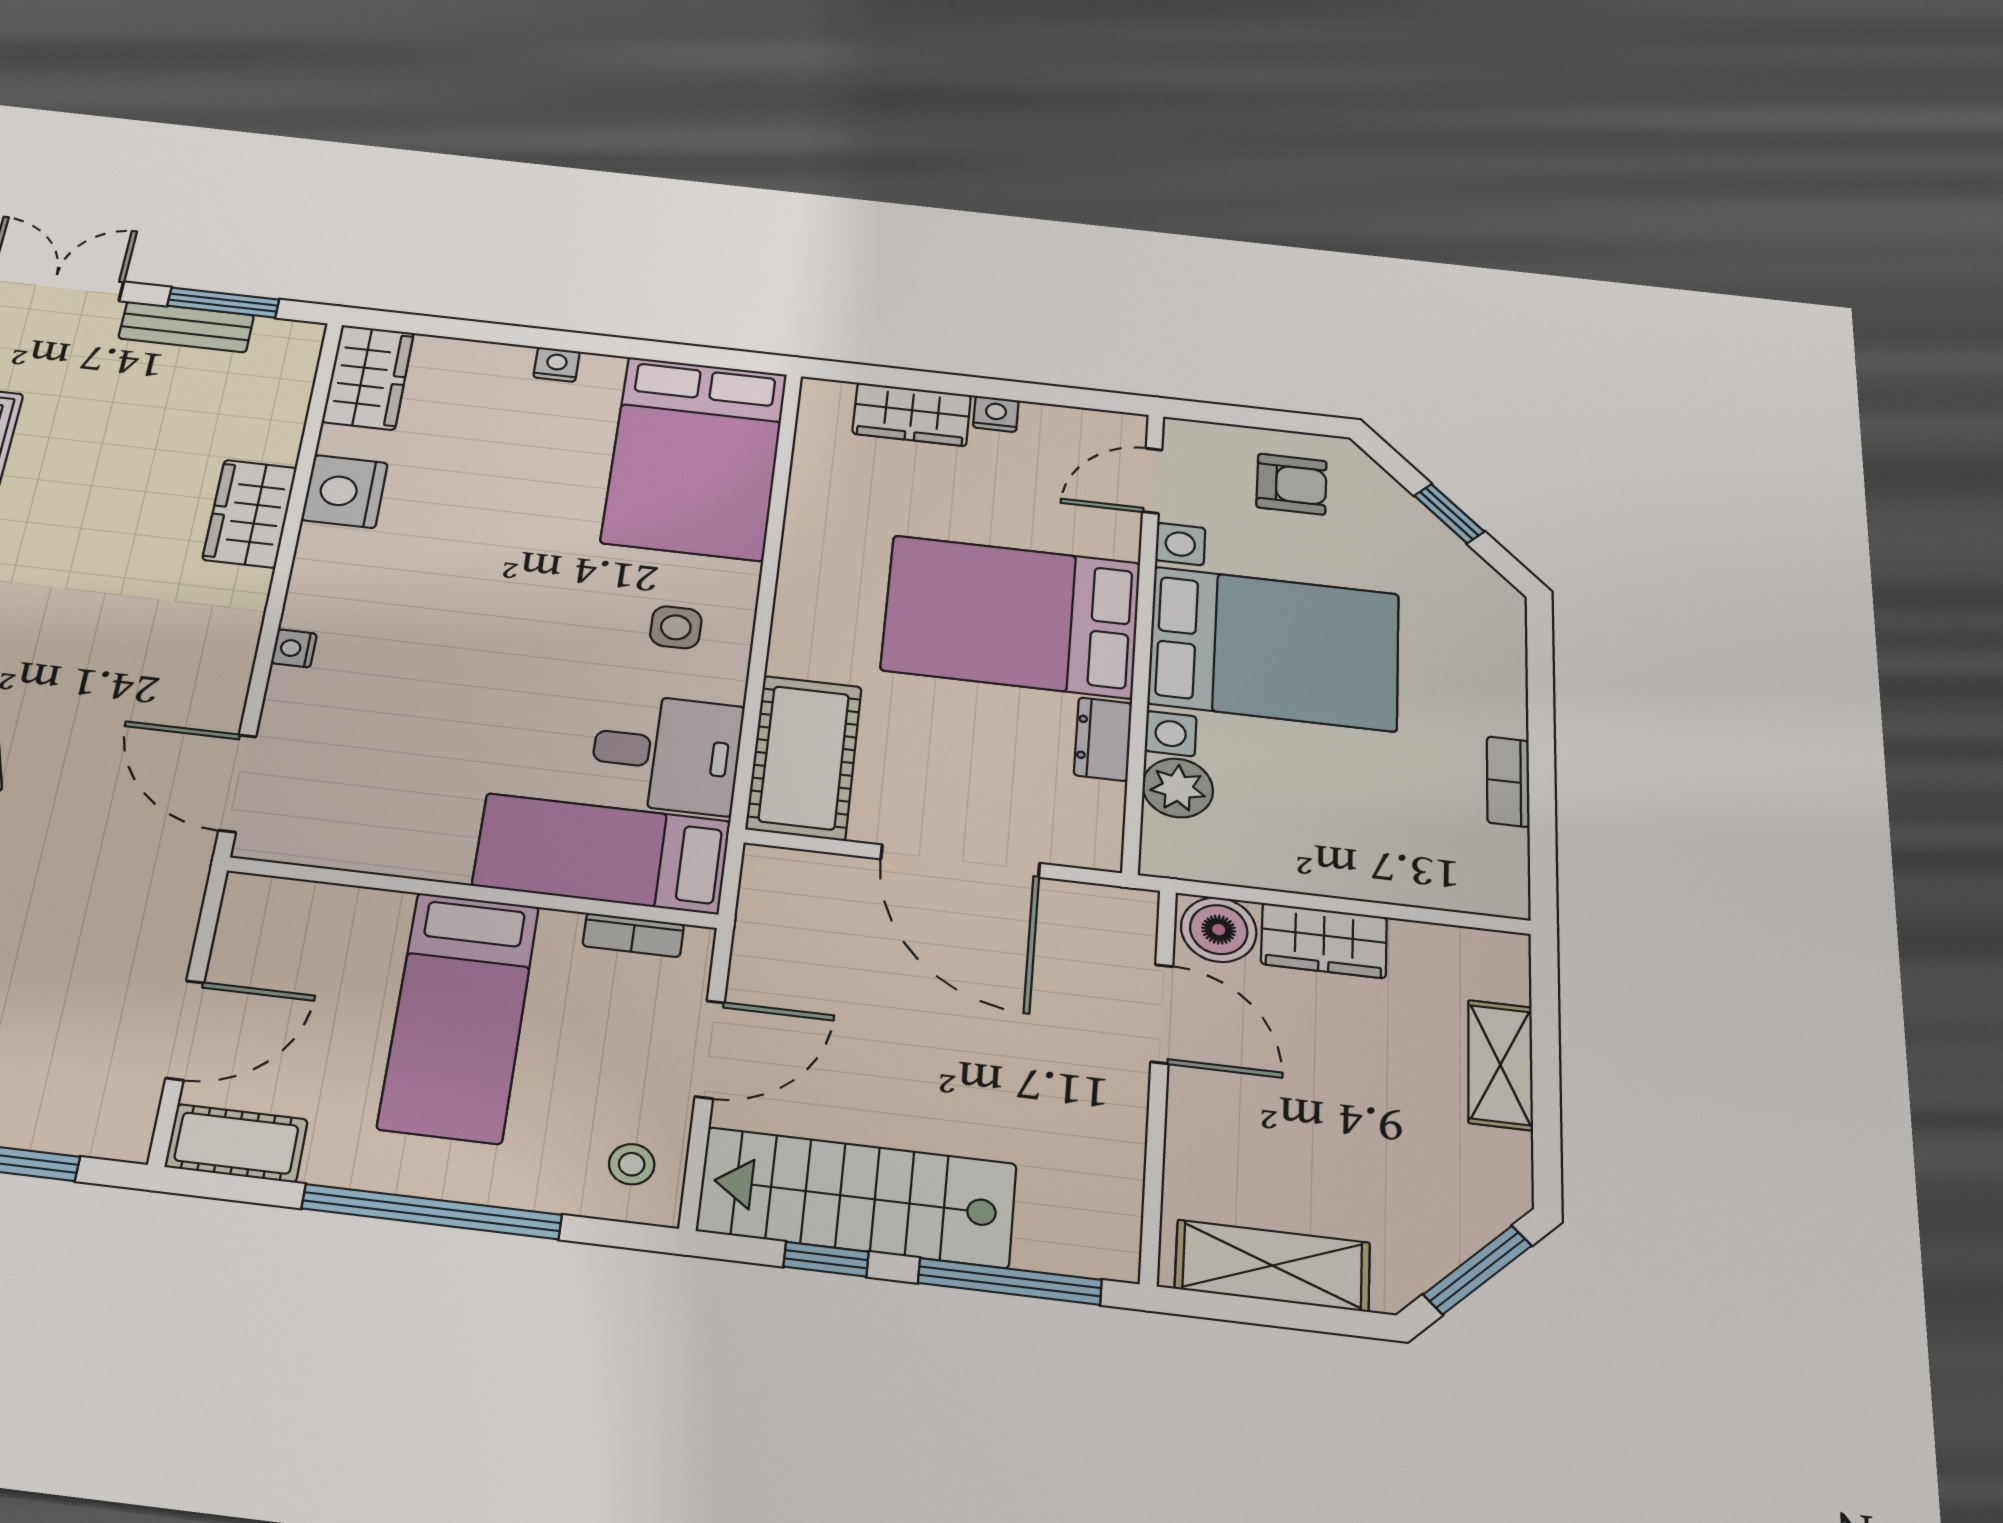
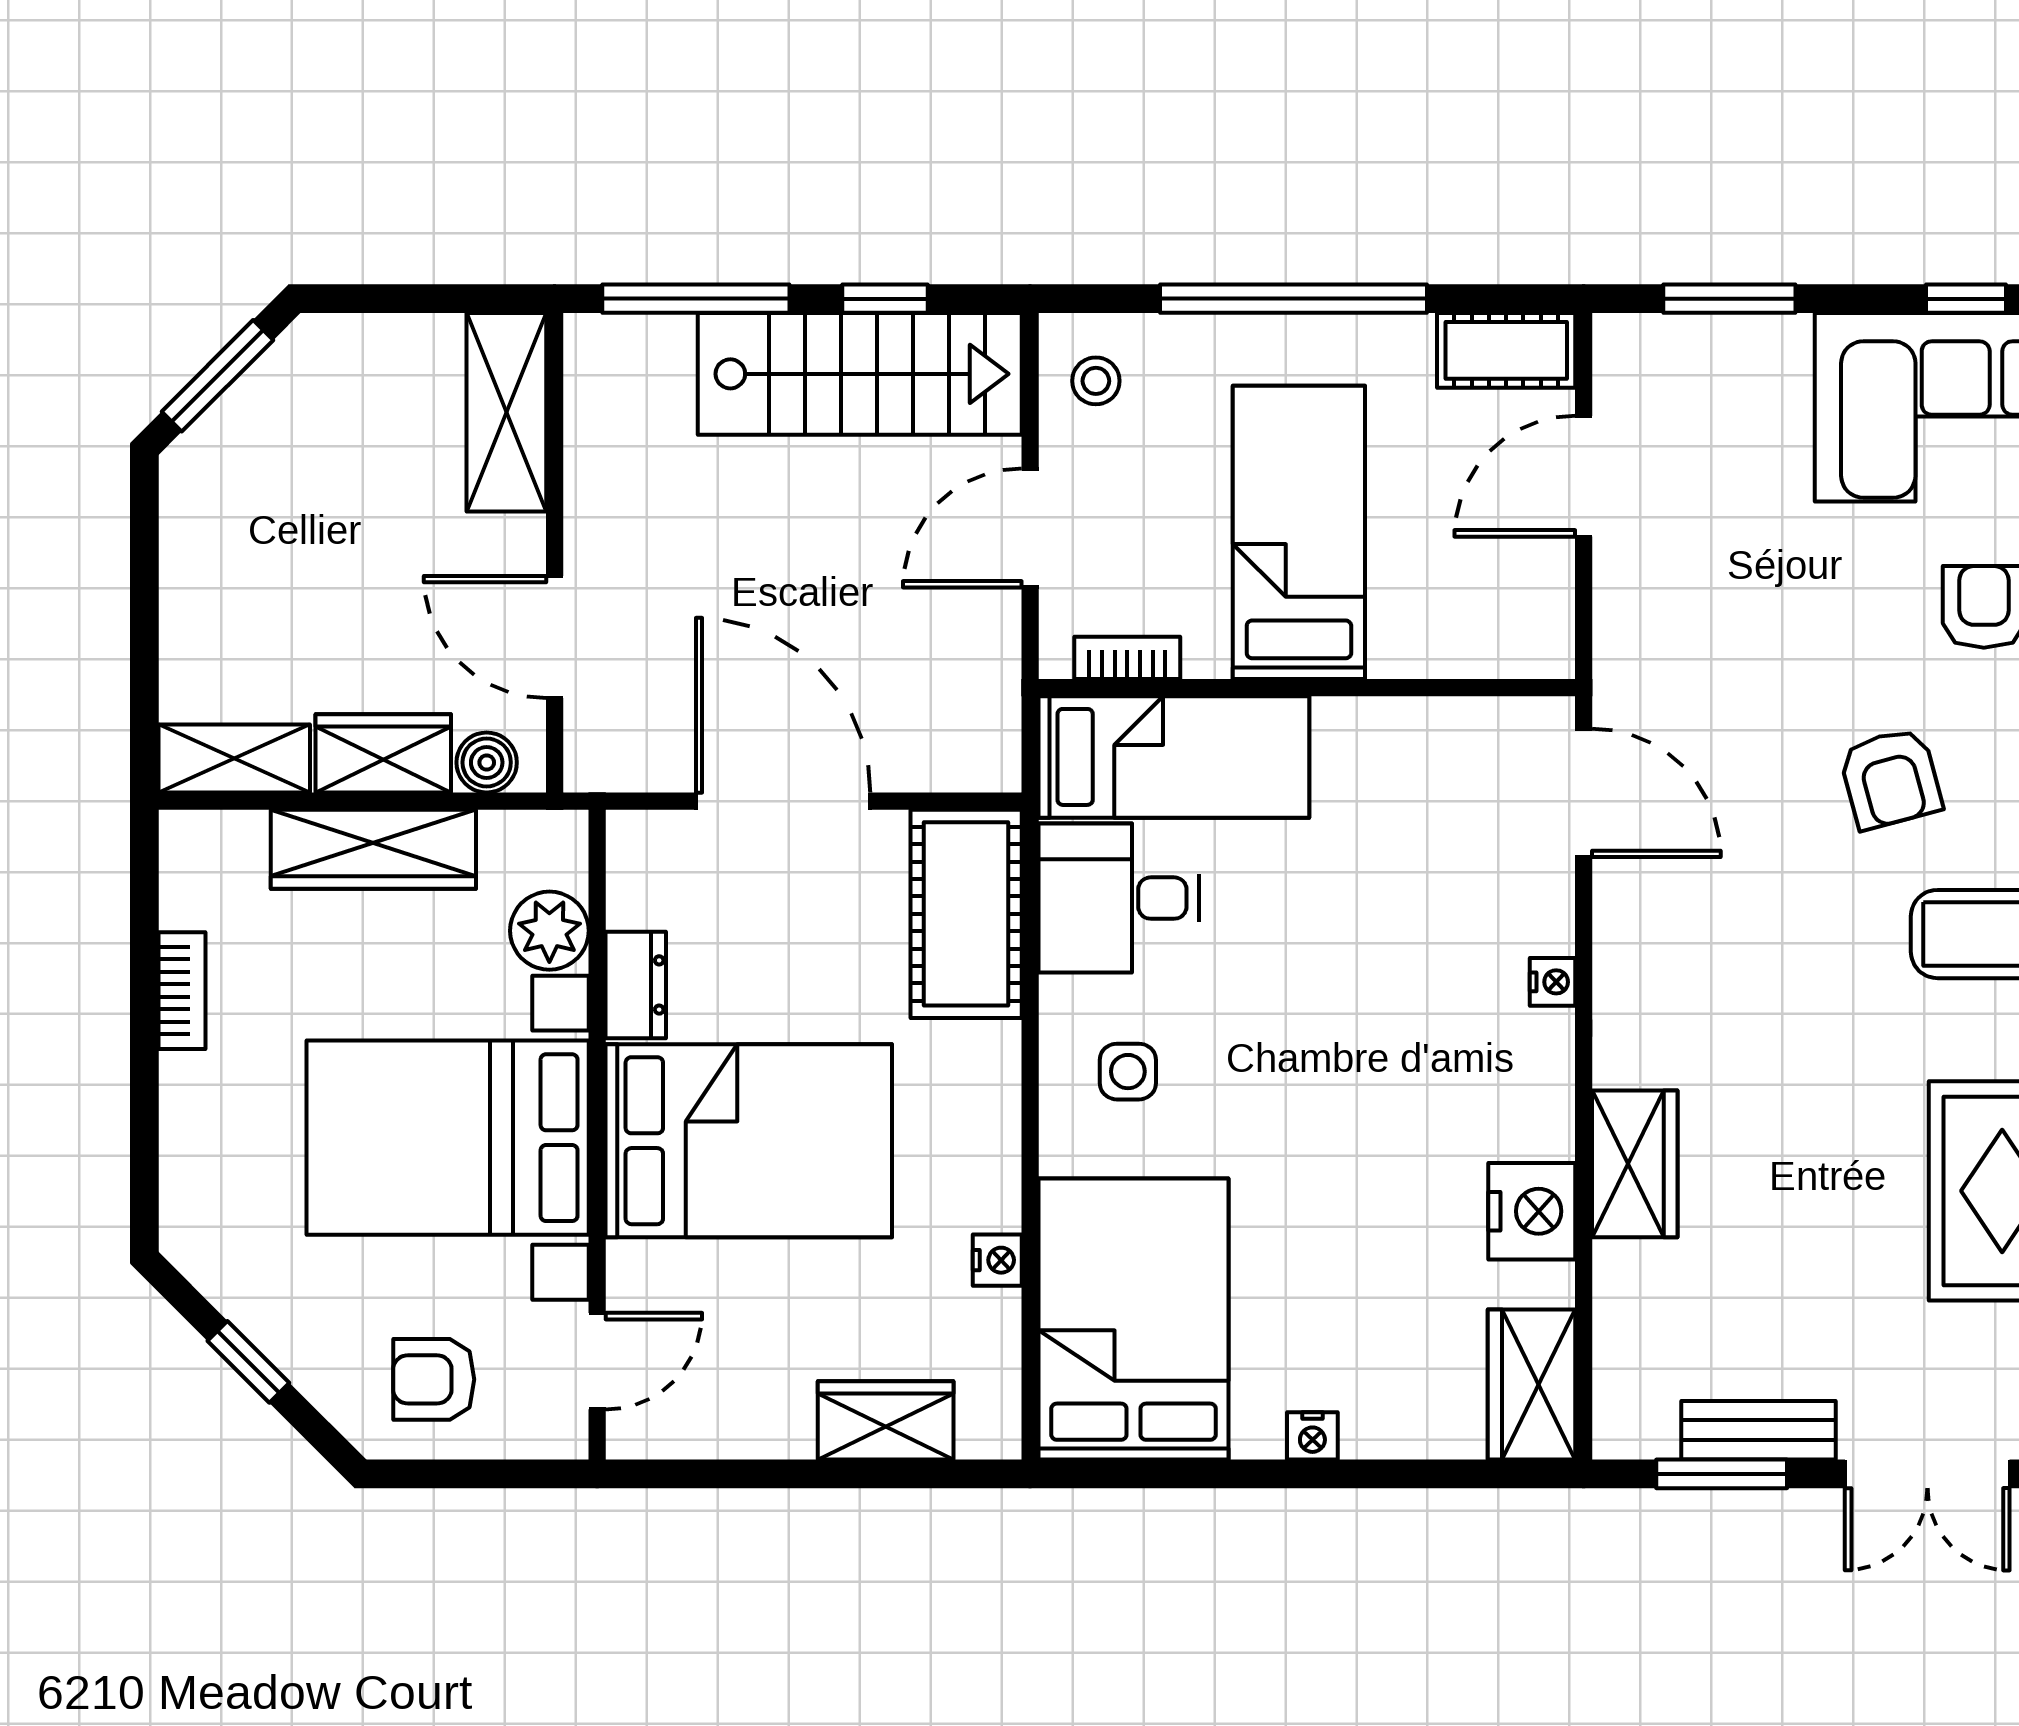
nightstand: (996, 414) -> (997, 1260), moved, turned -90
wardrobe: (1335, 868) -> (373, 849), added
boiler: (1219, 930) -> (487, 762), width x0.73, depth x0.73
shelving: (1500, 1065) -> (234, 759), moved, turned 90
shelving: (1273, 1266) -> (506, 412), moved, turned 90

